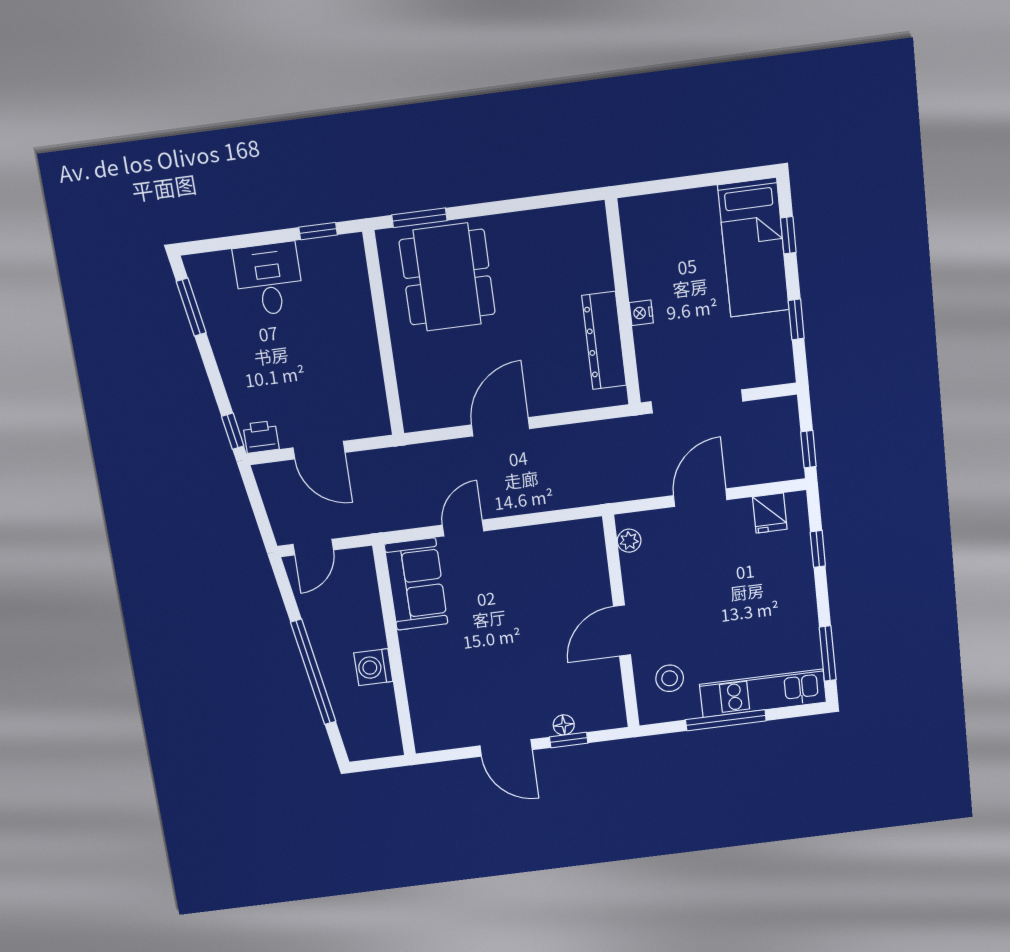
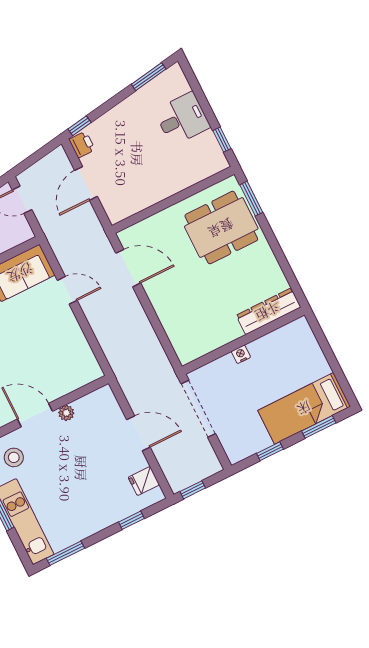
window: (788, 235) -> (319, 427), width x1.50
dresser: (604, 340) -> (268, 311), moved
door: (501, 427) -> (128, 268), moved
plant: (629, 541) -> (66, 413), moved

